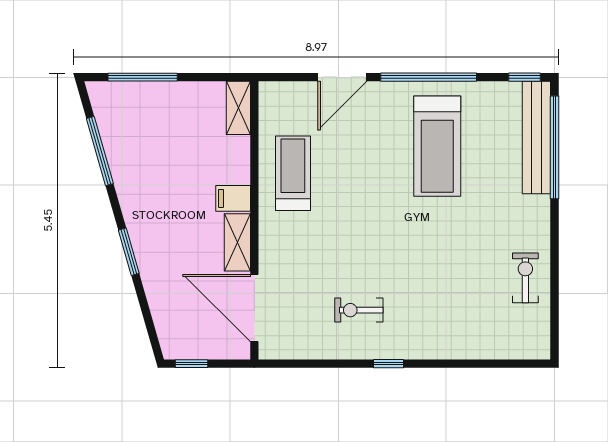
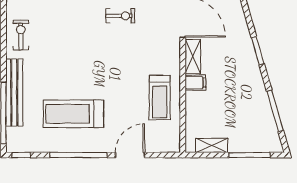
shelving: (238, 108) -> (212, 145), moved, turned 90
bench: (536, 138) -> (14, 92), moved
treadmill: (437, 146) -> (73, 114), turned -90
exercise bike: (525, 278) -> (21, 35), turned 180

